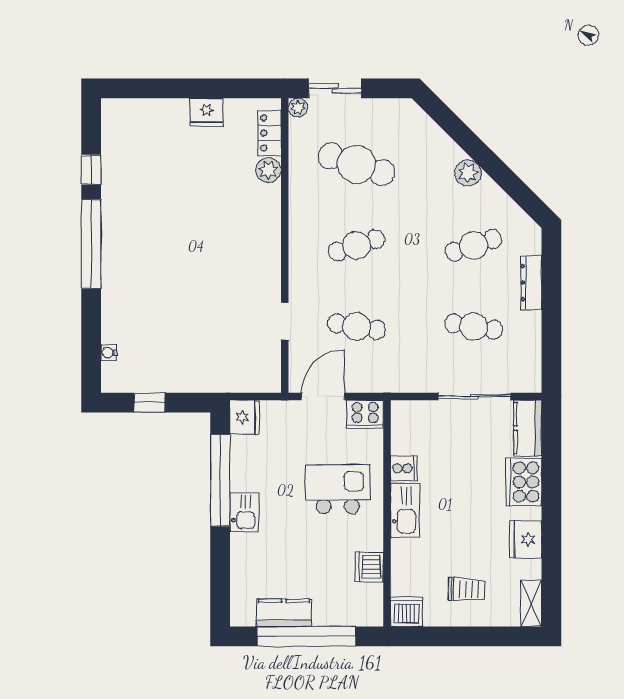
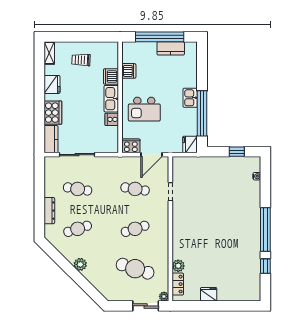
dishwasher: (407, 612) -> (111, 76), moved, turned 90

